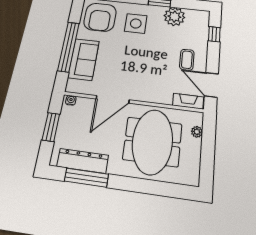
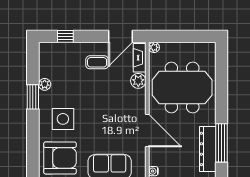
plant: (174, 17) -> (45, 84), width x0.53, depth x0.53
plant: (164, 97) -> (138, 81), added
plant: (197, 132) -> (154, 47), moved

